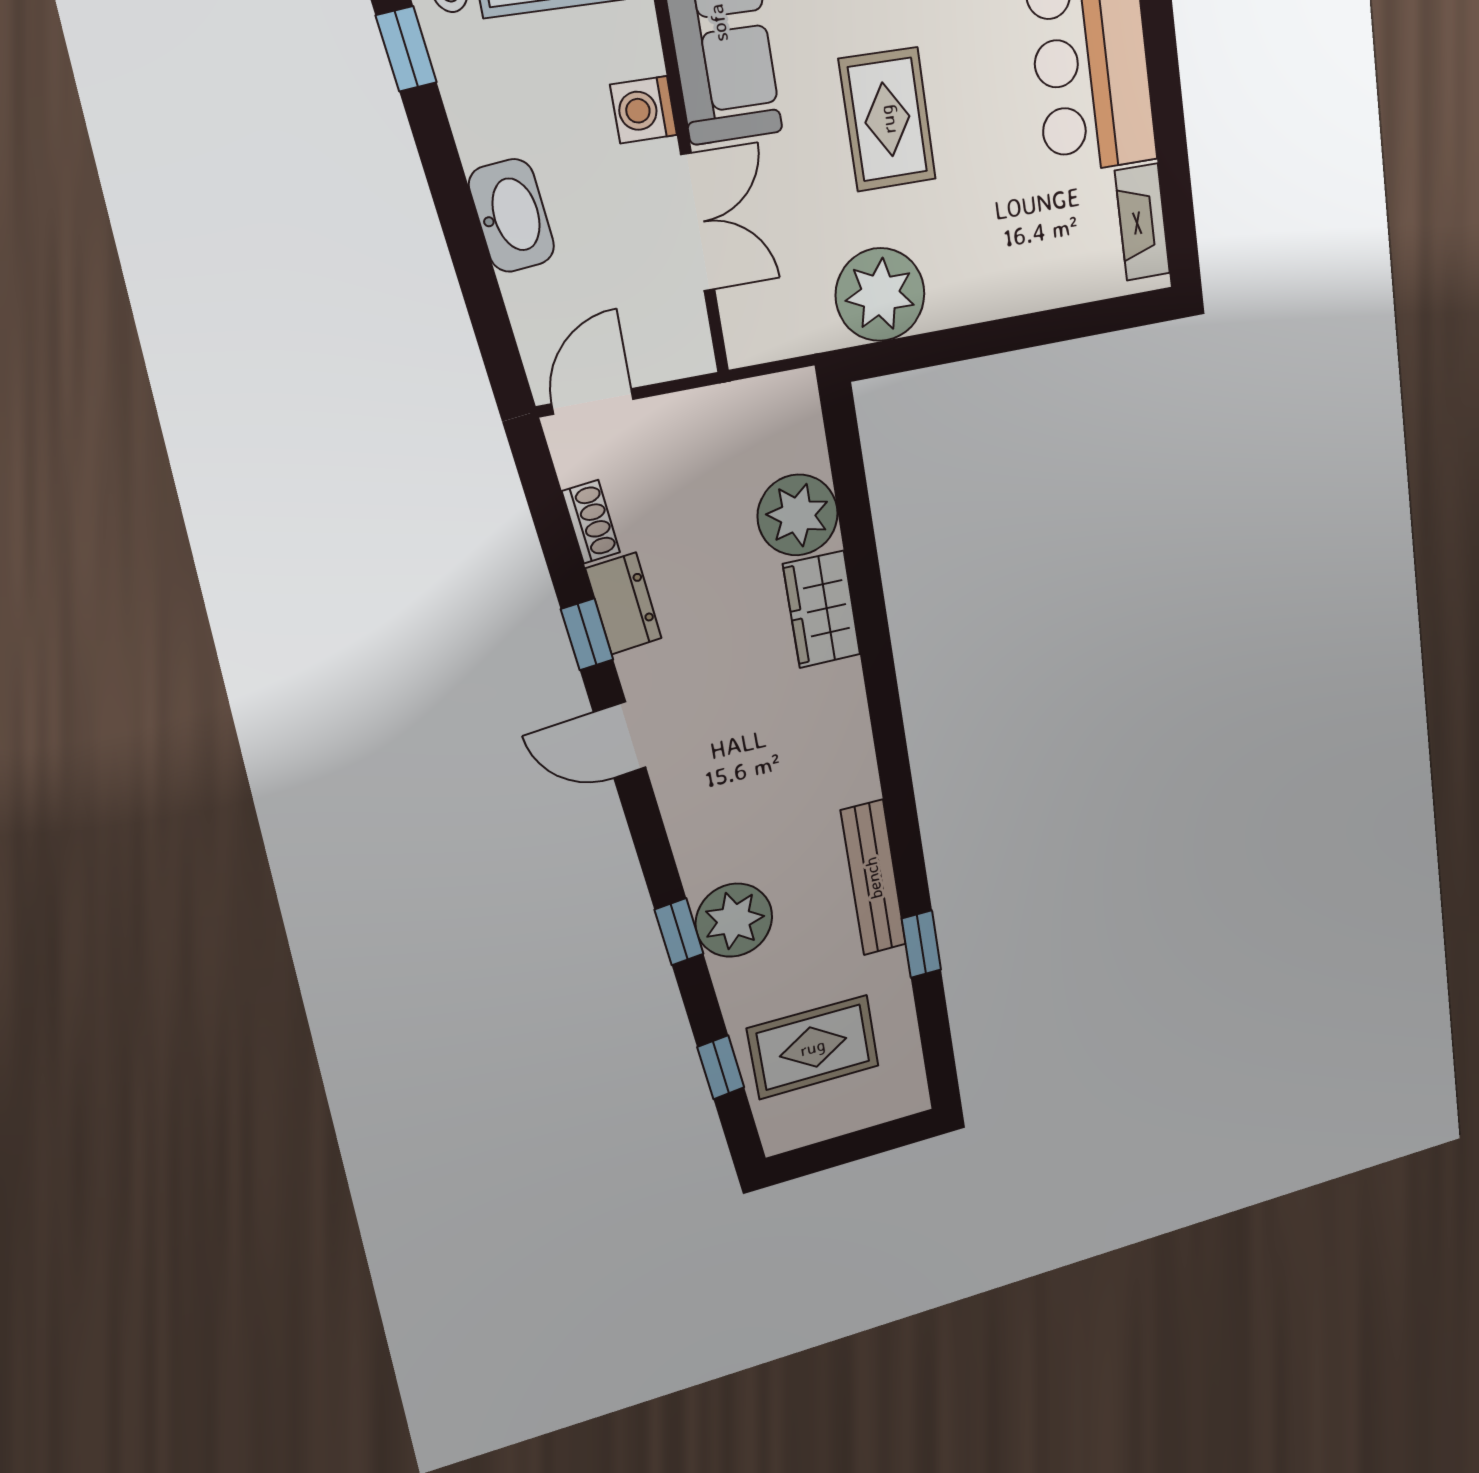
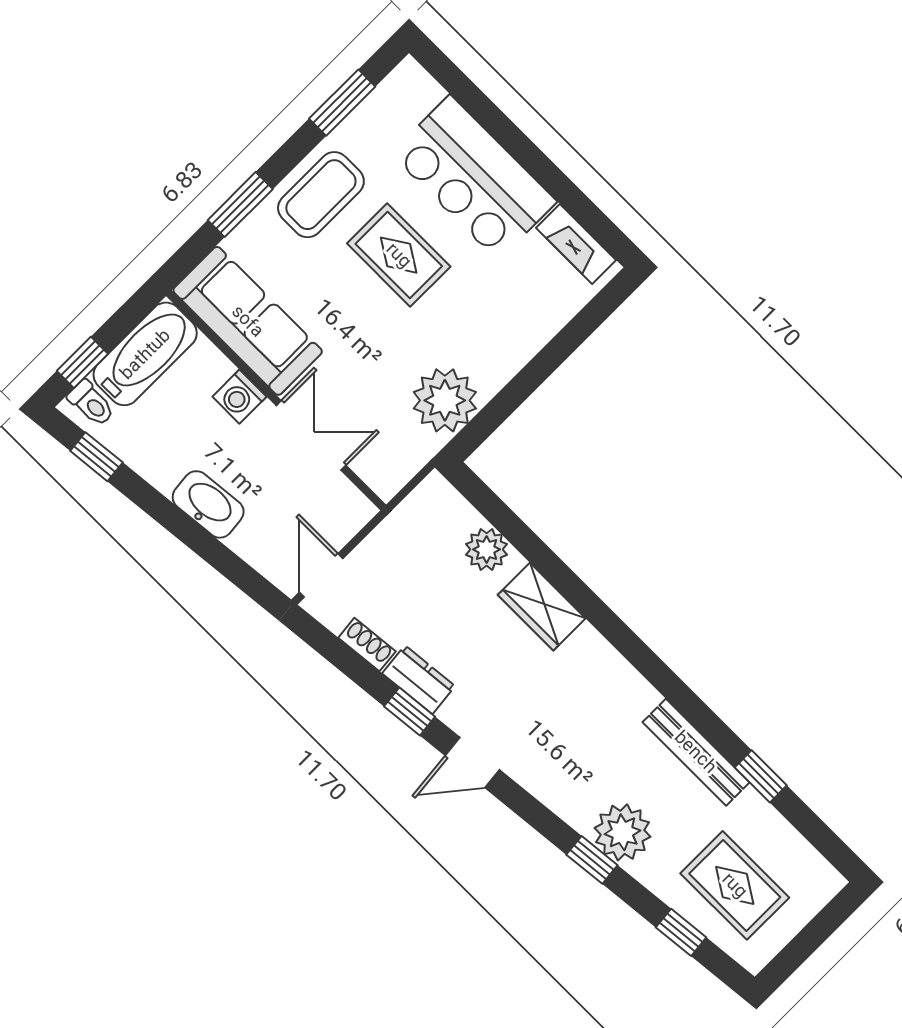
rug: (887, 119) -> (399, 255), moved
plant: (798, 515) -> (487, 549), width x0.73, depth x0.73
rug: (813, 1047) -> (735, 885), turned 90

